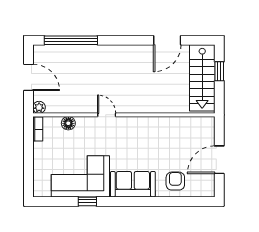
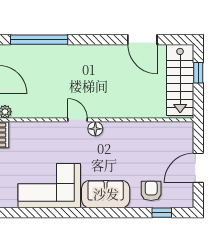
door: (167, 40) -> (142, 40), hinge flipped
floor lamp: (68, 123) -> (95, 129), moved
window: (87, 201) -> (162, 213), moved

